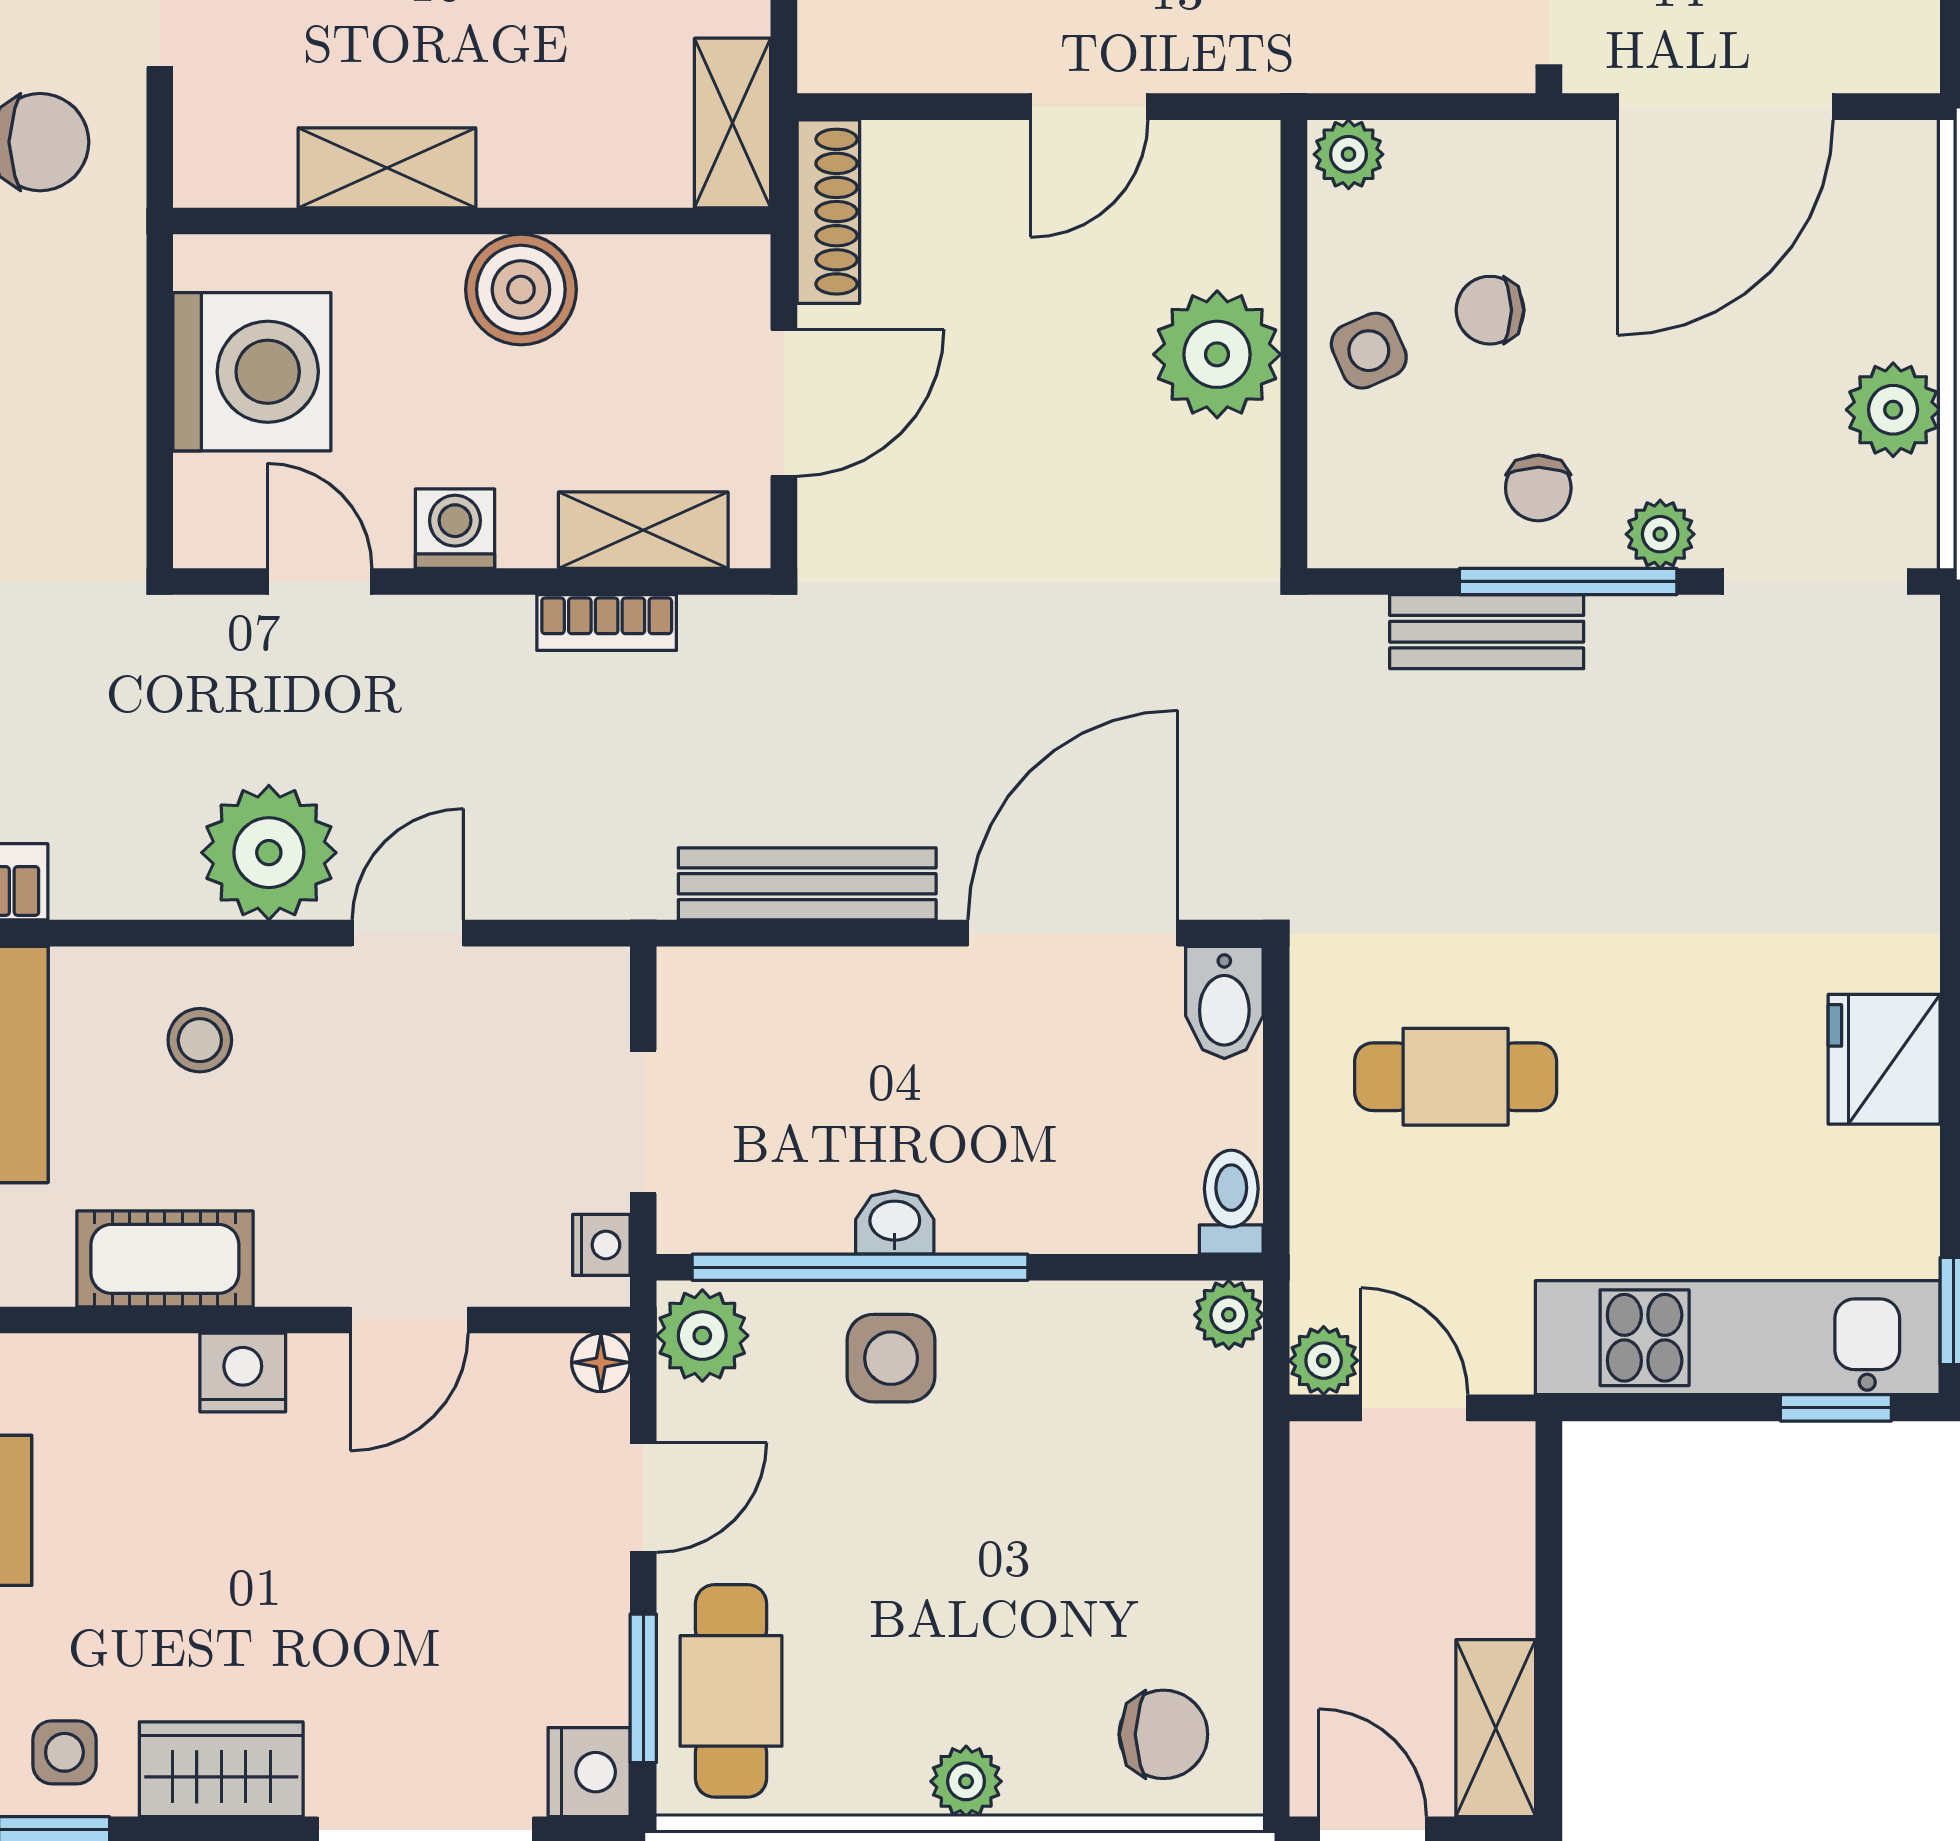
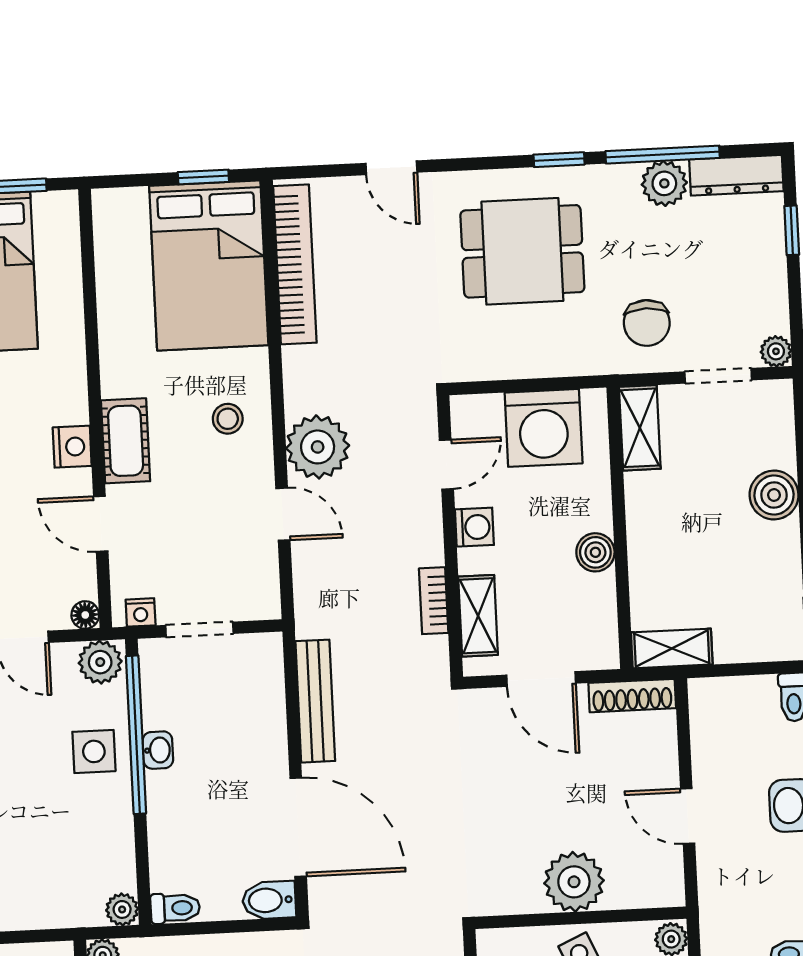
shelving: (387, 168) -> (640, 428), moved
boiler: (521, 290) -> (595, 552), width x0.73, depth x0.73
cot: (165, 1259) -> (126, 441), moved

